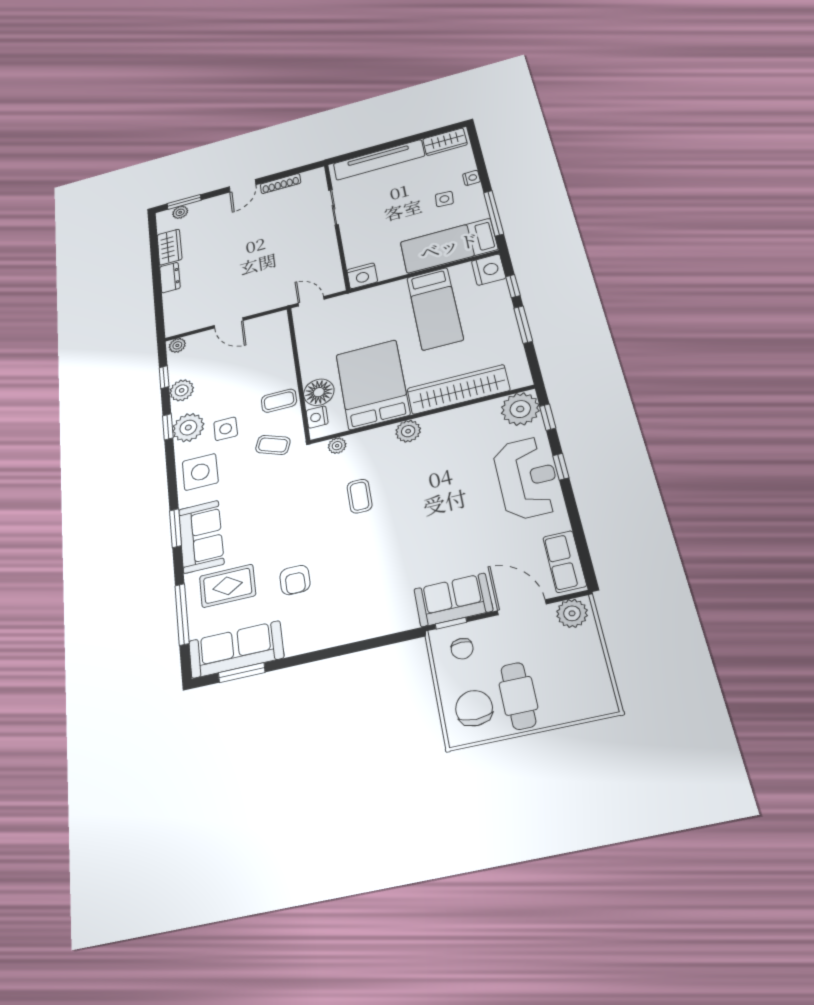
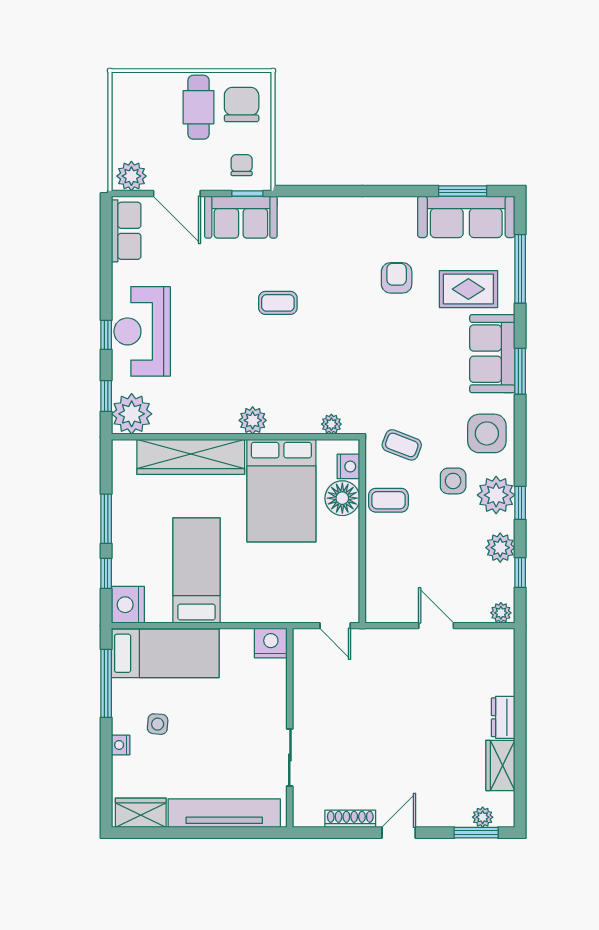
coffee table: (360, 496) -> (278, 303), moved, turned 90
chair: (474, 708) -> (242, 105), turned 180

